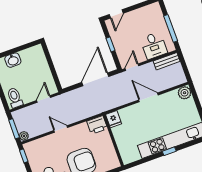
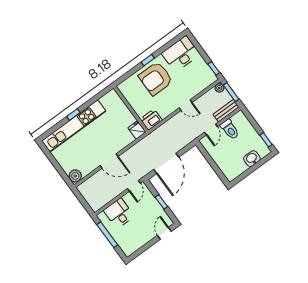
bench: (167, 61) -> (226, 111), moved
toilet: (15, 98) -> (230, 129), moved

